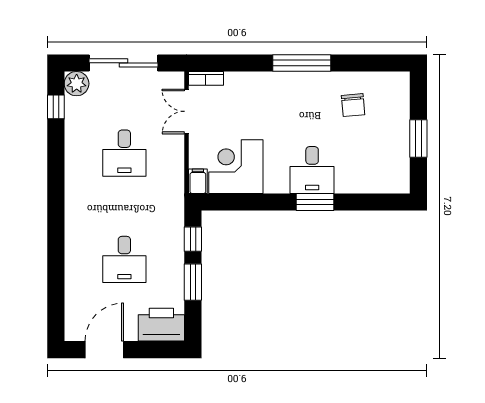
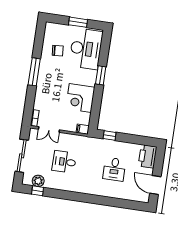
plant: (77, 84) -> (38, 181), moved
desk: (124, 153) -> (64, 162), turned 180
corner desk: (236, 167) -> (80, 98), moved
desk: (312, 170) -> (86, 49), moved, width x1.87, depth x1.30
desk: (124, 259) -> (114, 169), turned 90
window: (193, 282) -> (130, 139), removed

